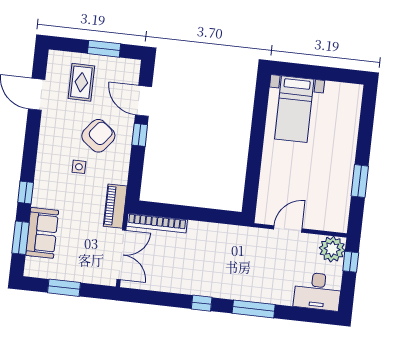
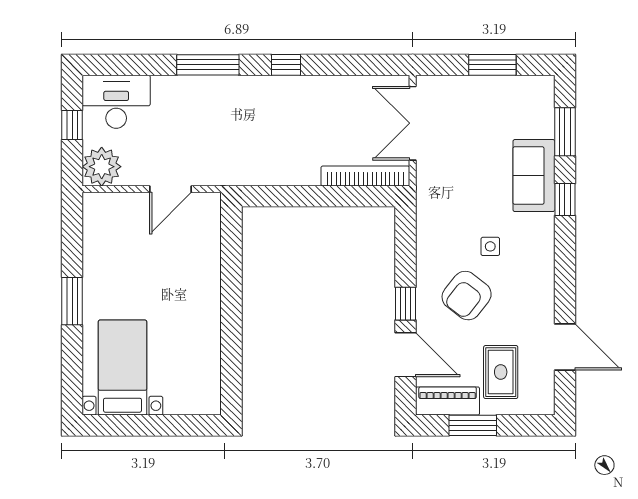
bed with nightstands: (294, 109) -> (122, 368), moved
window: (360, 181) -> (72, 301), moved
piano: (115, 206) -> (448, 401), moved, turned -90
sofa: (42, 233) -> (534, 176), moved
window: (351, 262) -> (72, 125), moved

